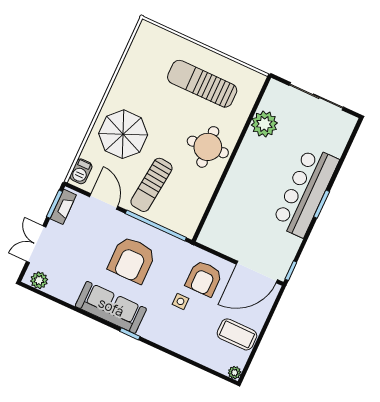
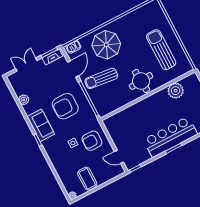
door: (257, 272) -> (119, 157), width x0.53
plant: (39, 280) -> (24, 100), moved
sofa: (111, 307) -> (41, 125), width x0.73

